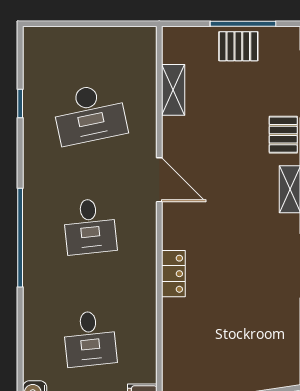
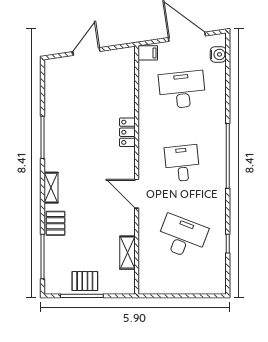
desk: (90, 114) -> (182, 237), turned 33
desk: (90, 339) -> (182, 90), width x1.37

